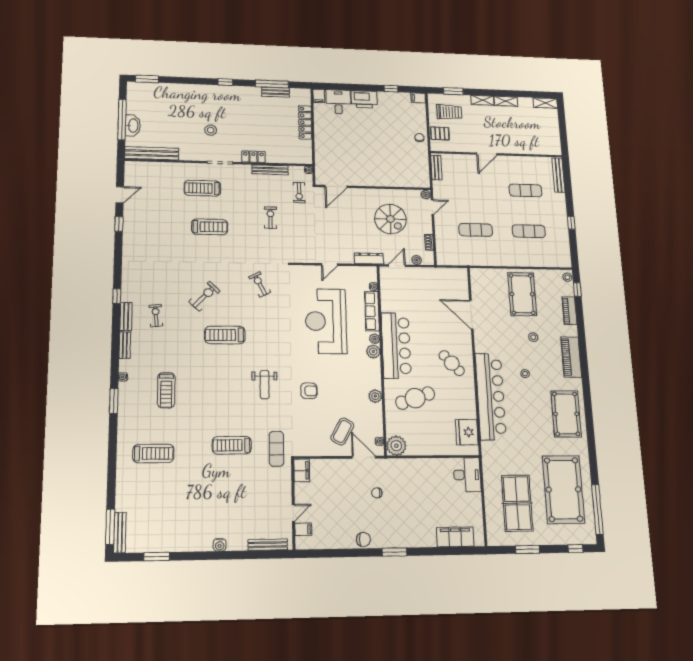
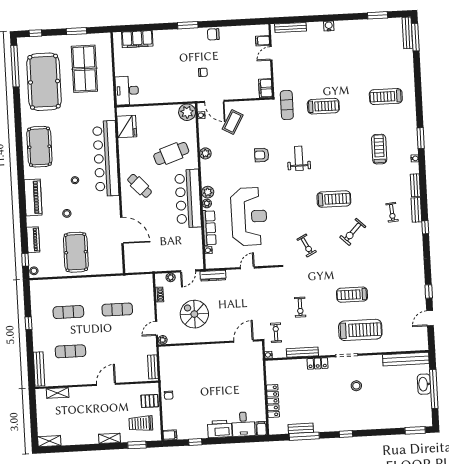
shelving: (506, 101) -> (58, 393), moved
treadmill: (202, 188) -> (360, 330), width x1.37, depth x1.38

